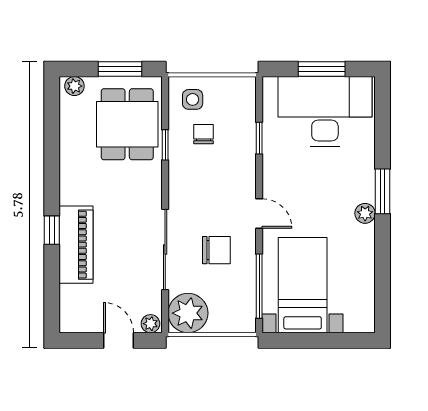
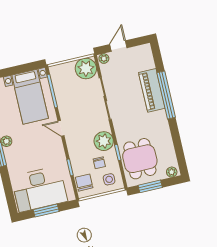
plant: (186, 172) -> (104, 141), added
window: (52, 230) -> (166, 95), width x3.17
chair: (216, 250) -> (84, 183), moved, turned 90
door: (119, 340) -> (118, 46), swing flipped

